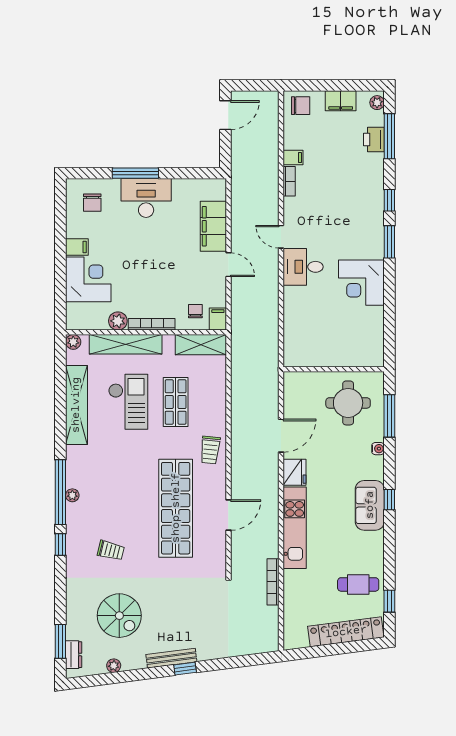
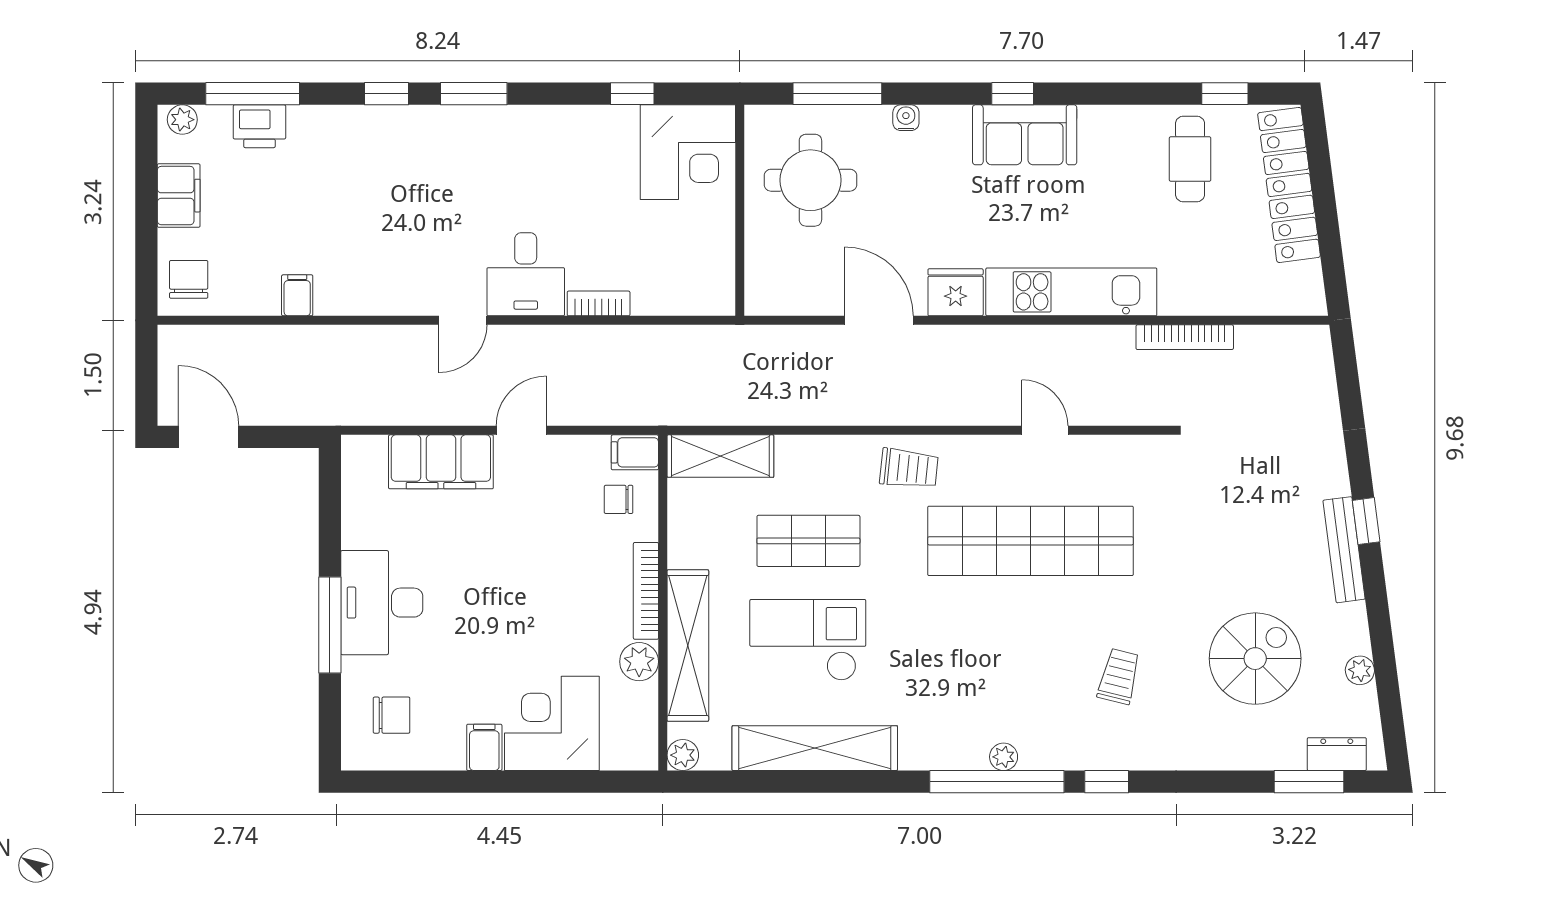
bookcase: (289, 181) -> (599, 303), moved
corner desk: (361, 283) -> (688, 152), moved
window: (389, 318) -> (632, 94), added
shelving: (201, 345) -> (720, 456), moved, turned 90
door: (228, 515) -> (1045, 430), width x0.73

